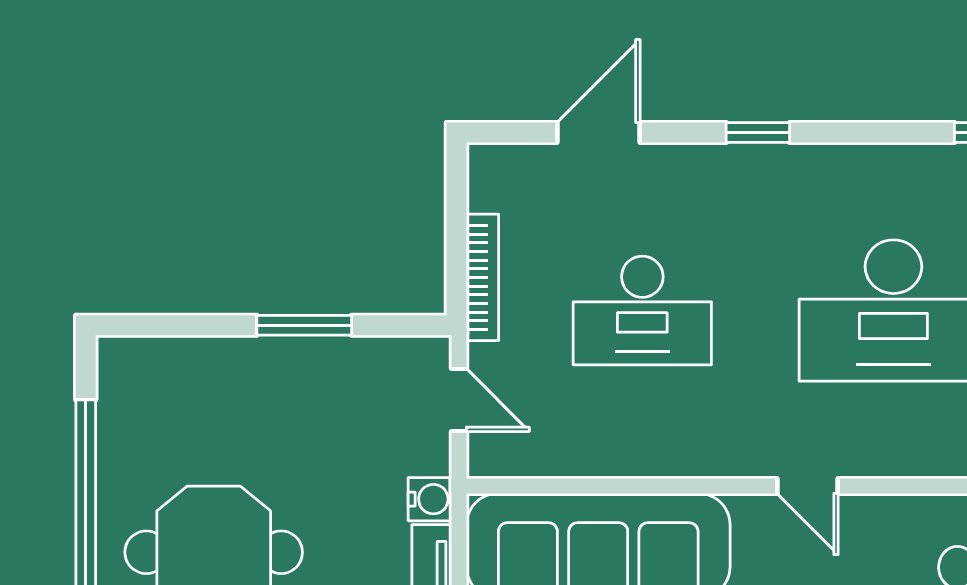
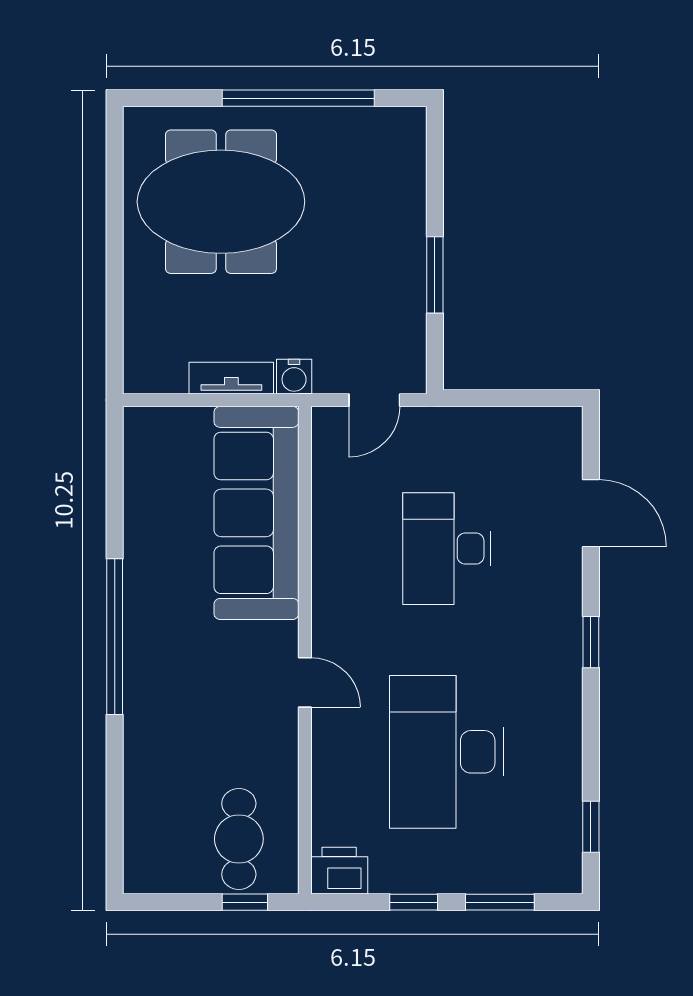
bookcase: (483, 277) -> (474, 419), removed
door: (808, 486) -> (305, 682), swing flipped

